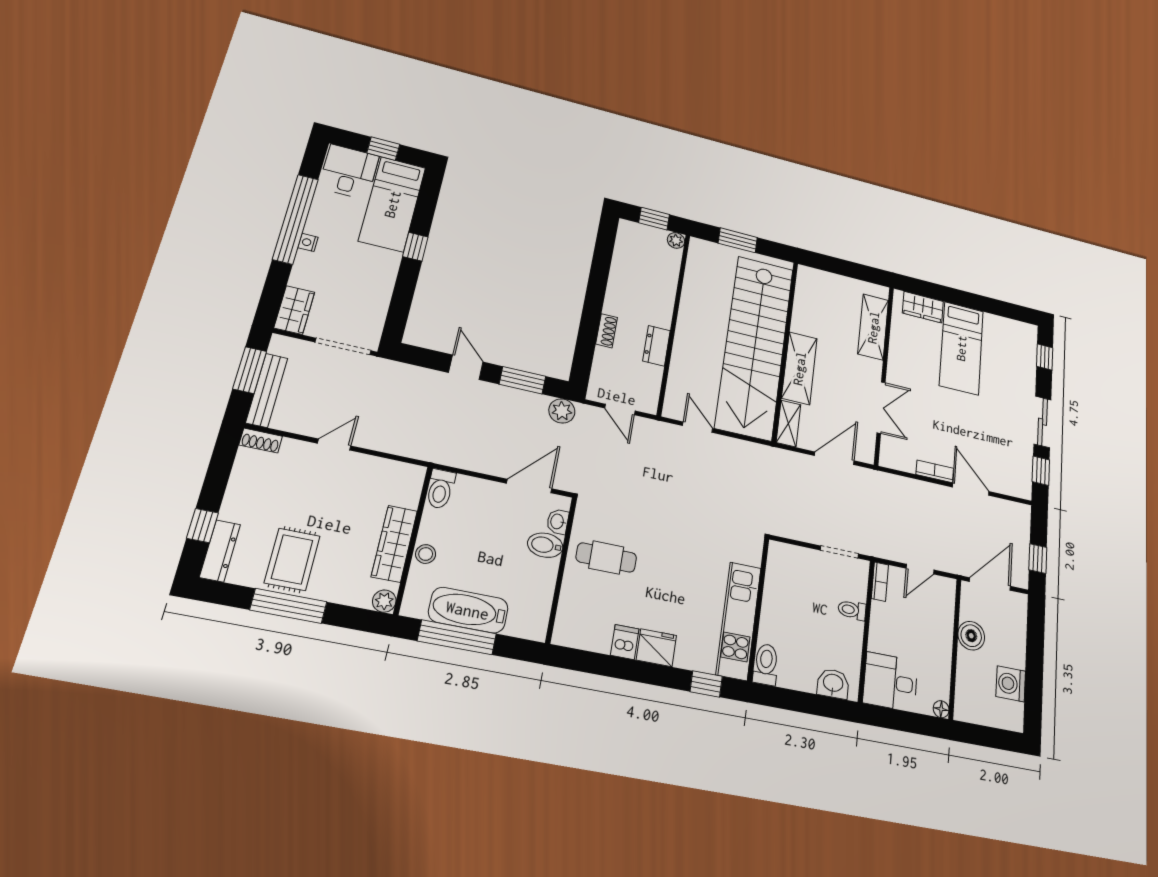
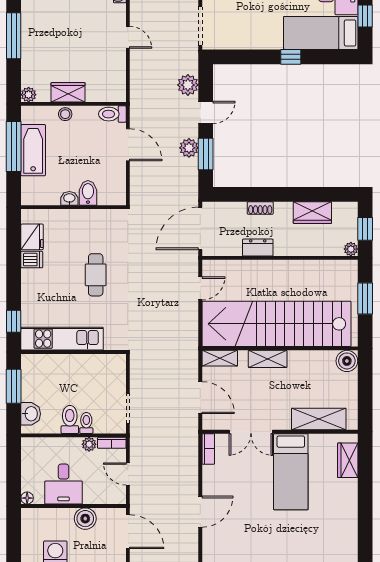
wardrobe: (624, 272) -> (312, 213), added
boiler: (809, 279) -> (347, 361), added
bed: (961, 348) -> (291, 472), moved, turned -90
shelving: (799, 368) -> (268, 359), width x0.67, depth x0.75
plant: (423, 381) -> (188, 85), added
door: (620, 409) -> (200, 228), width x1.88
plant: (562, 411) -> (189, 148), moved
bookcase: (935, 471) -> (208, 449), moved
door: (529, 486) -> (128, 145), moved
washbasin: (558, 522) -> (69, 198), moved
wardrobe: (394, 544) -> (68, 92), width x0.67
cafe table: (606, 557) -> (96, 275), moved
rug: (292, 559) -> (44, 30), removed
plant: (879, 612) -> (89, 444), added
fridge: (656, 648) -> (32, 237), moved
toilet: (766, 664) -> (70, 419), moved, turned -90
desk: (890, 682) -> (64, 484), moved, turned 180
window: (794, 701) -> (14, 386), added

